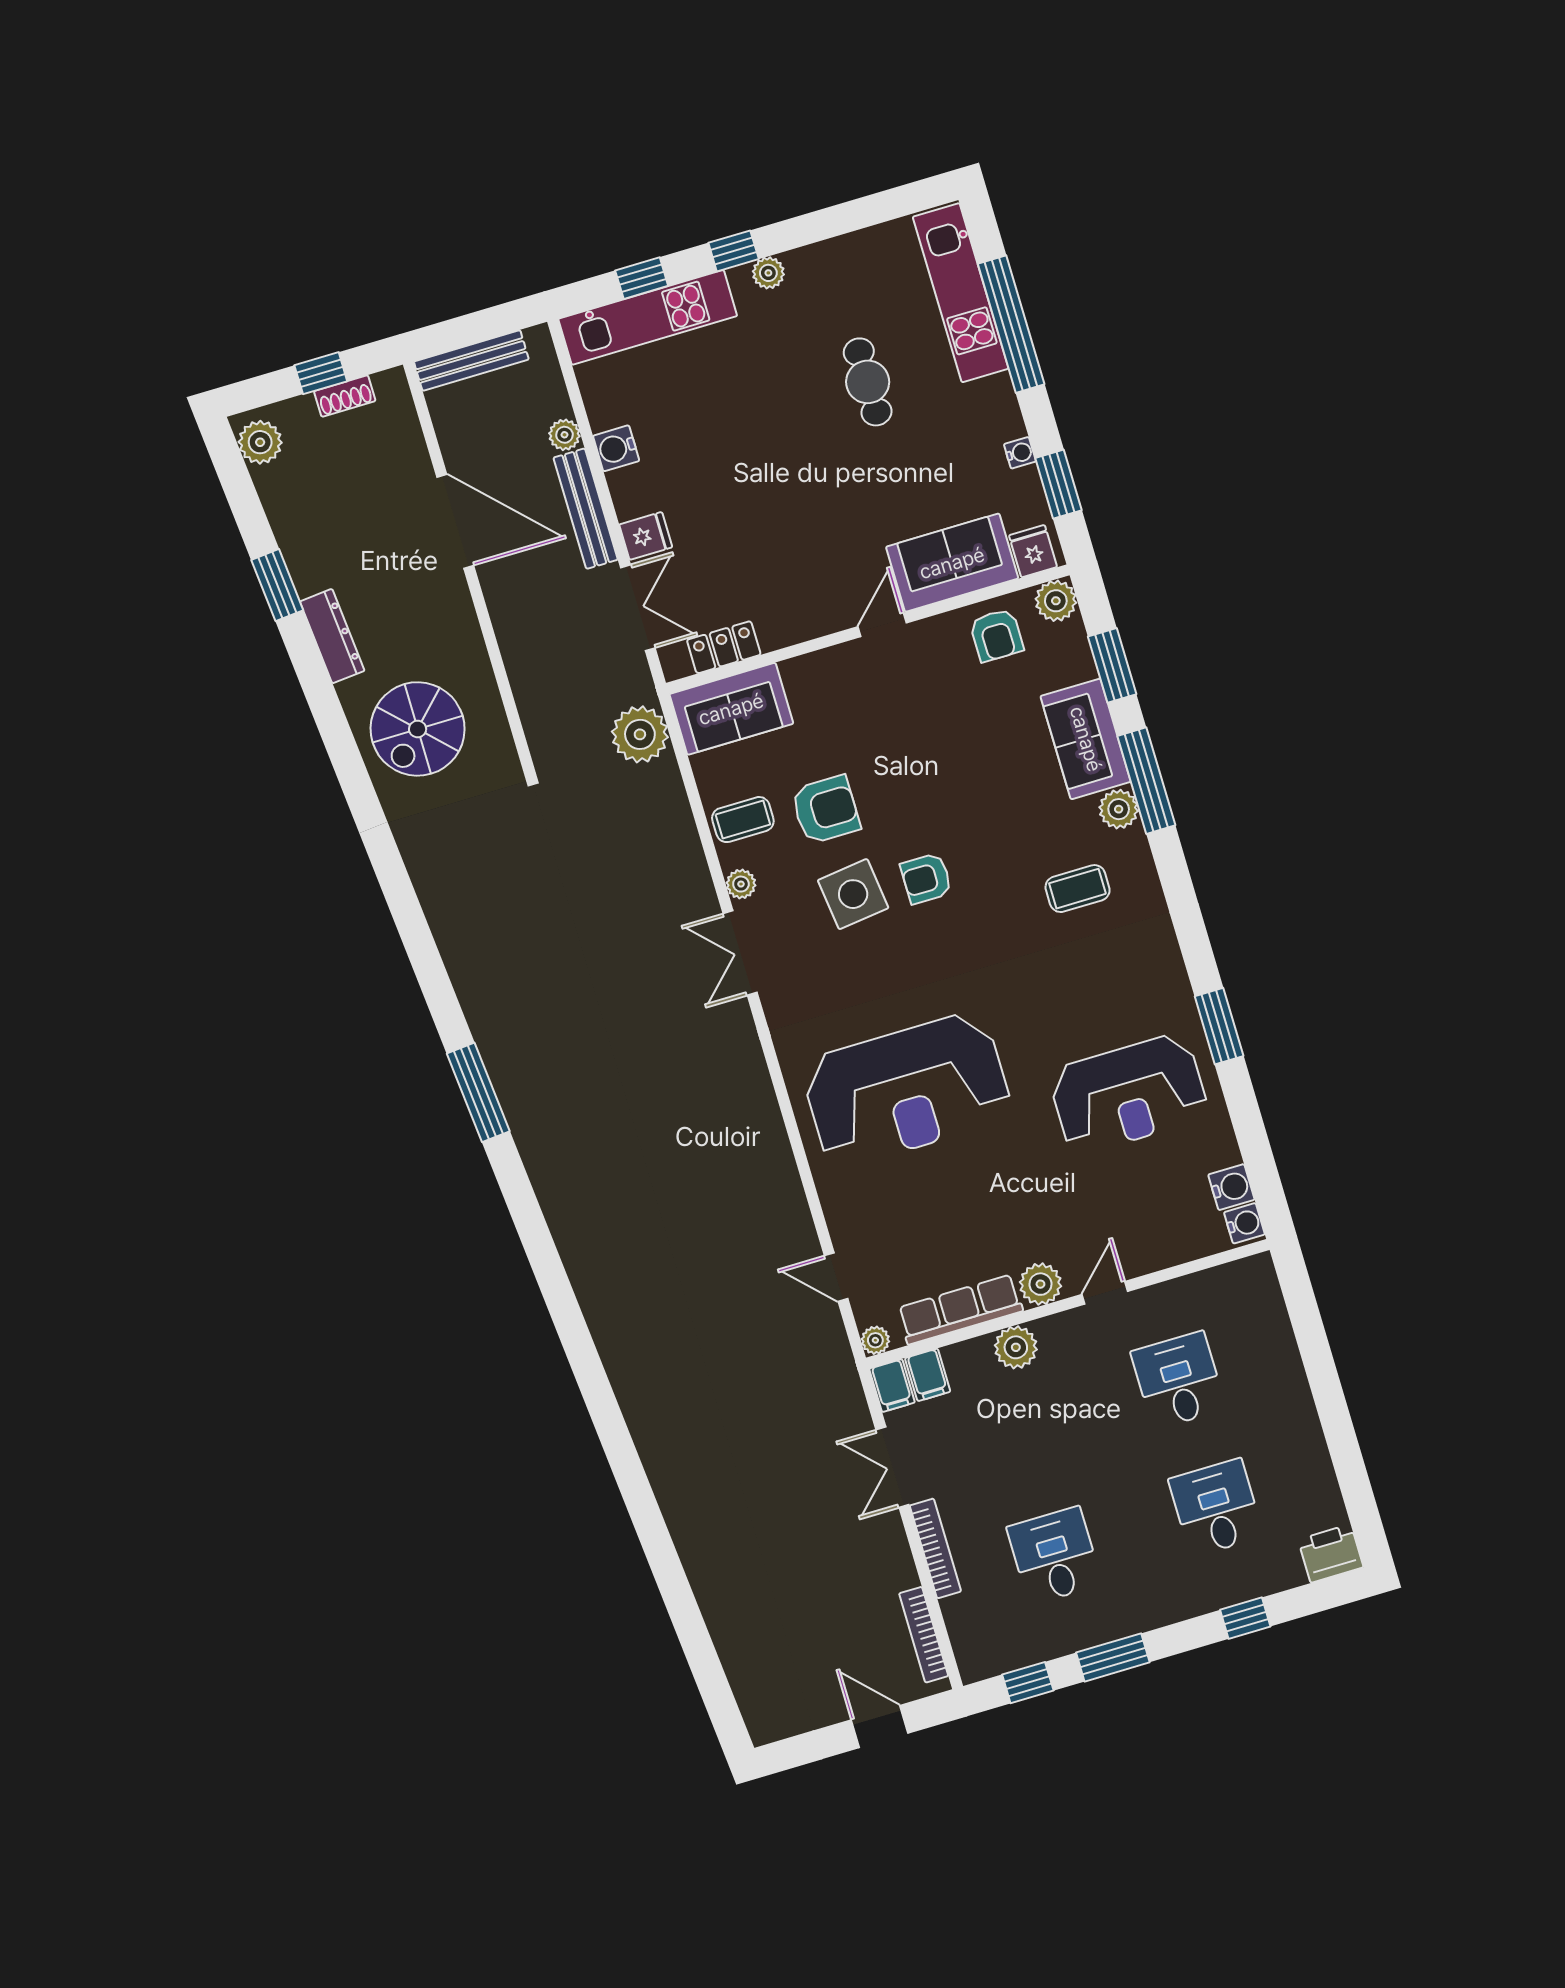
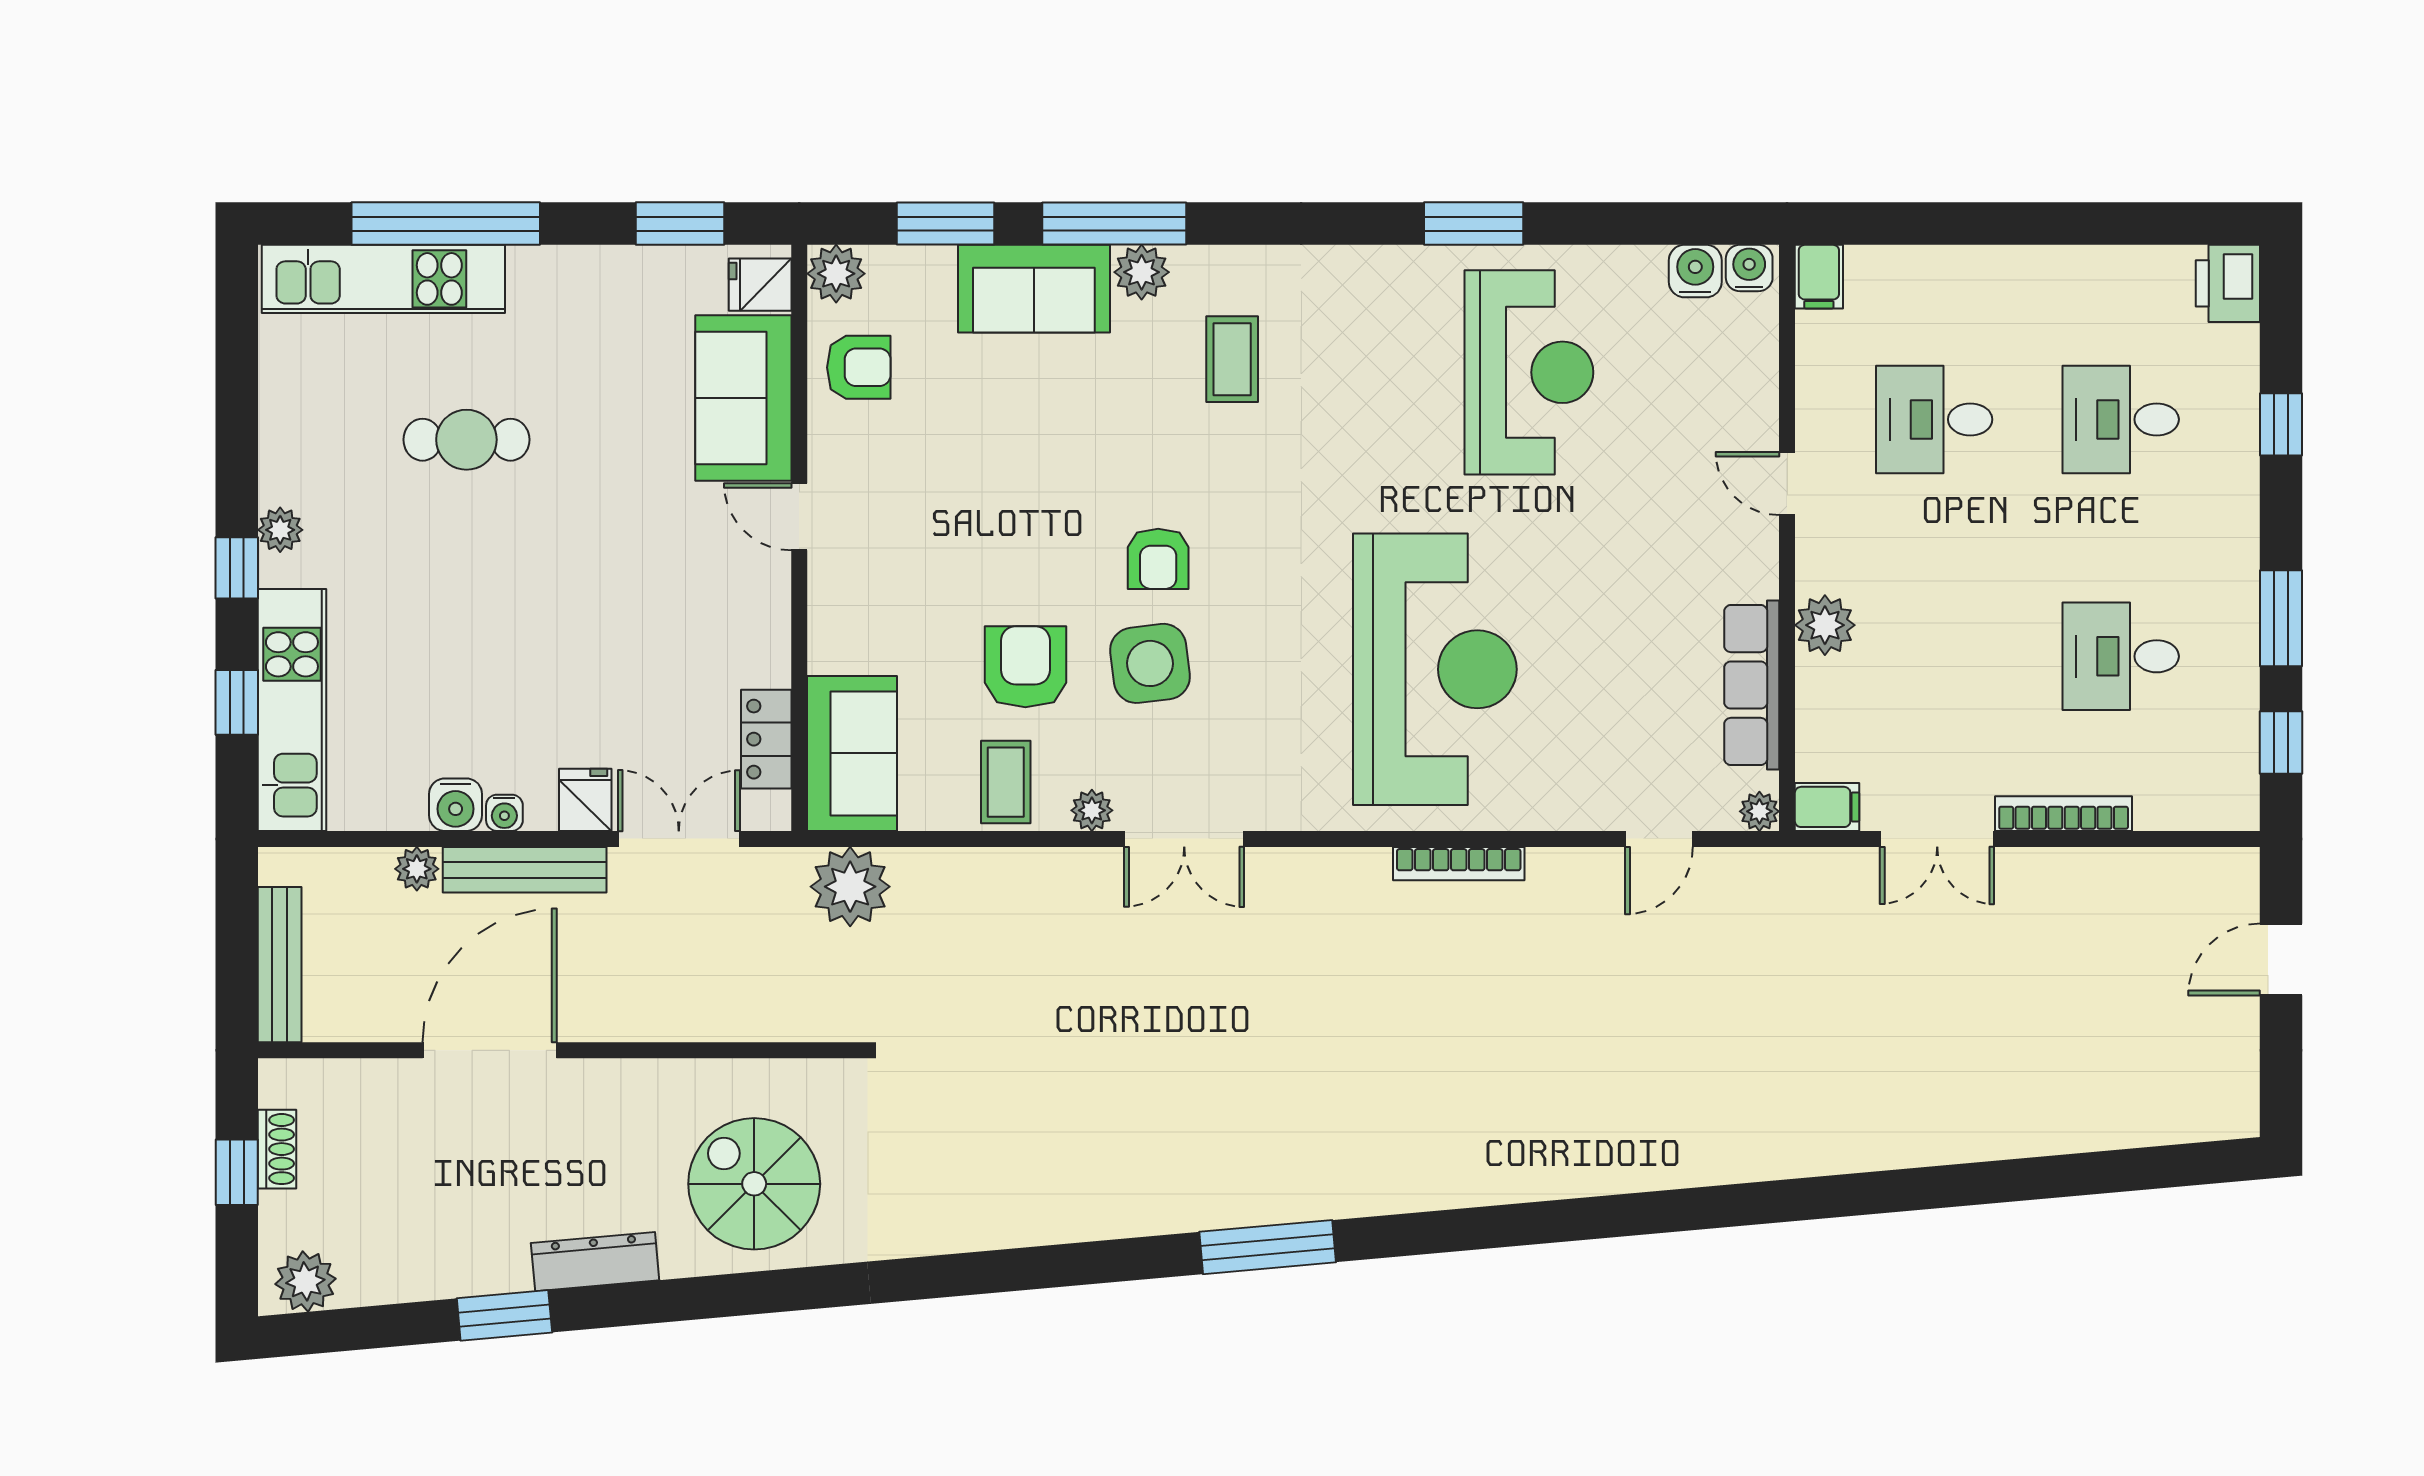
water cooler: (1020, 453) -> (504, 813), moved, turned 180
spiral stairs: (418, 729) -> (754, 1184), turned 180
plant: (1040, 1284) -> (1750, 567), removed
filing cabinet: (928, 1375) -> (1819, 277), moved, turned 90
bookcase: (924, 1635) -> (1459, 864), moved

